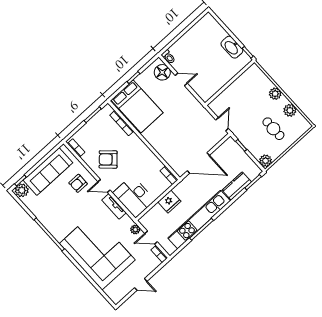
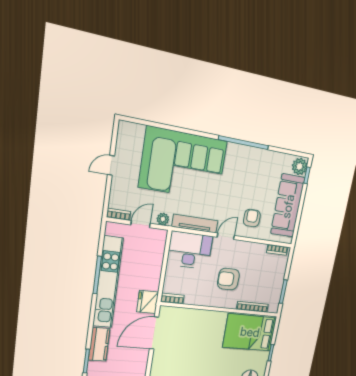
armchair: (108, 159) -> (228, 279), moved, turned -133
fridge: (169, 202) -> (148, 302), moved
tv unit: (114, 206) -> (195, 224), width x1.41

